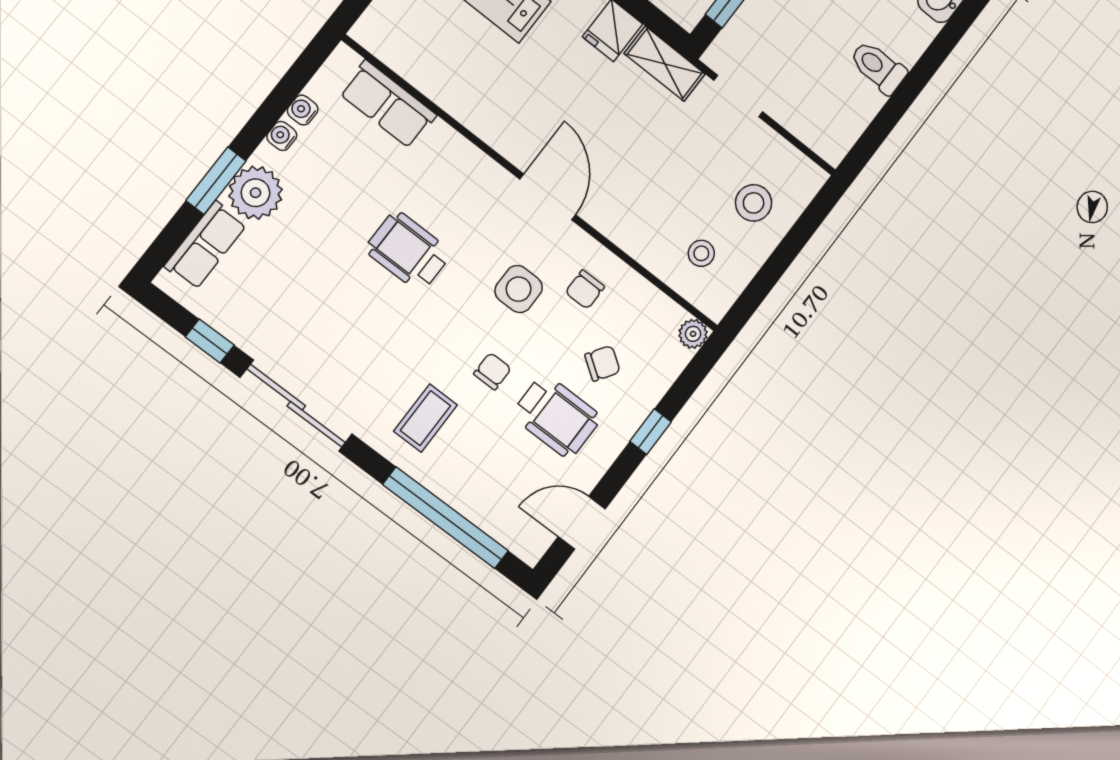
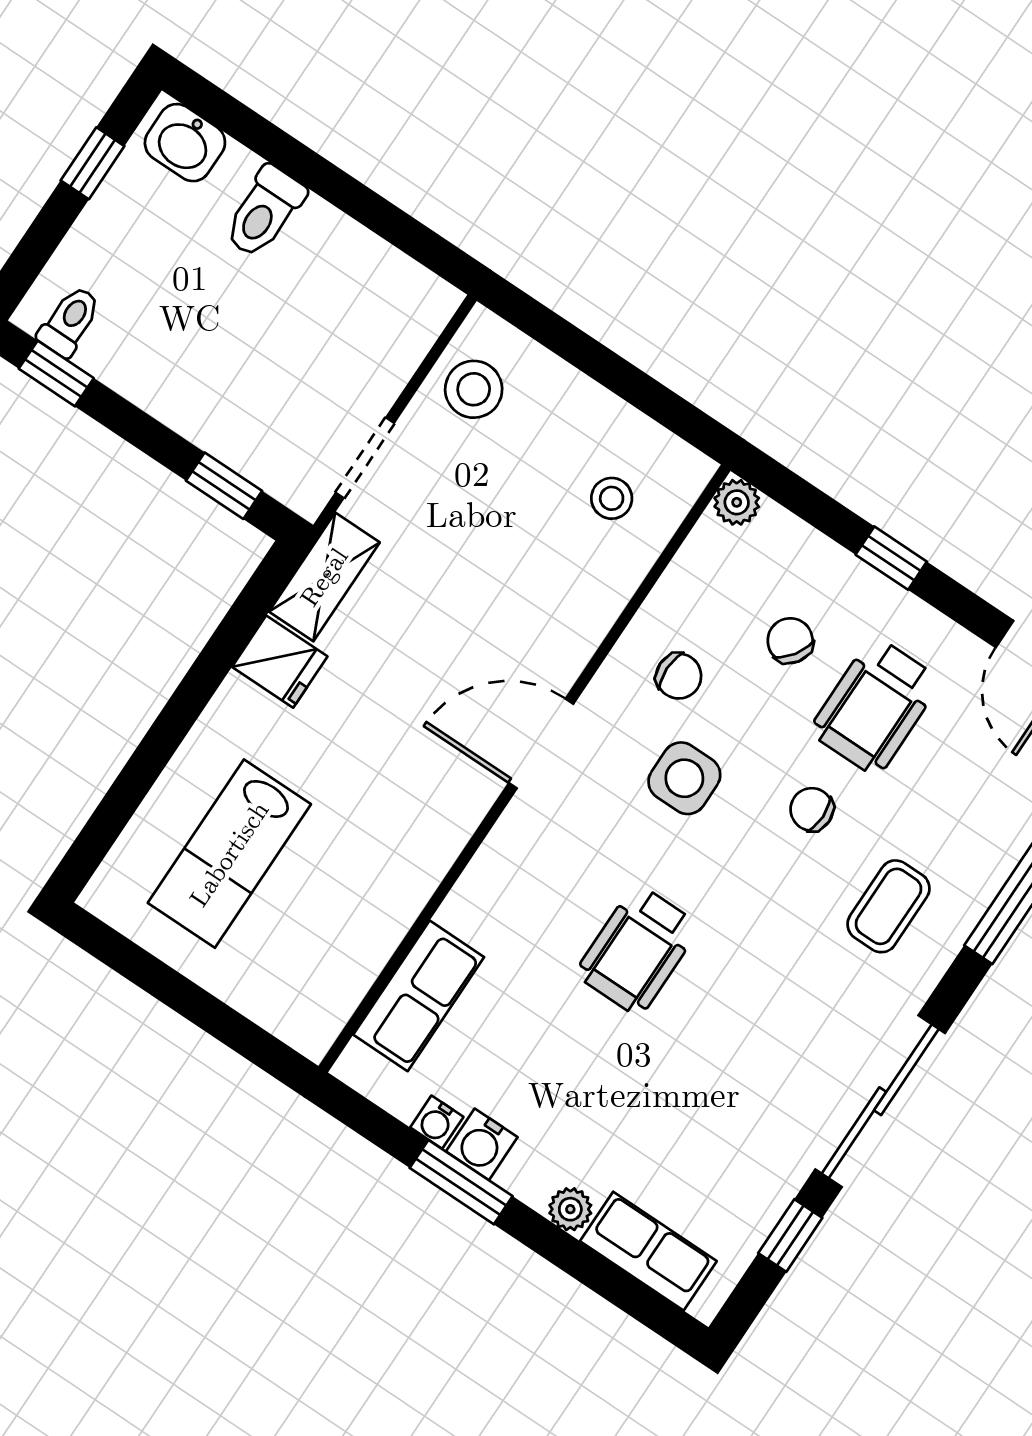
toilet: (878, 67) -> (264, 212), moved
water cooler: (282, 136) -> (482, 1144), width x1.38, depth x1.38
window: (216, 181) -> (461, 1182), moved
plant: (255, 193) -> (570, 1209), width x0.53, depth x0.53
stool: (754, 203) -> (474, 389), moved
wheelchair: (556, 416) -> (875, 706), turned 180
coffee table: (425, 418) -> (888, 906), turned 90

